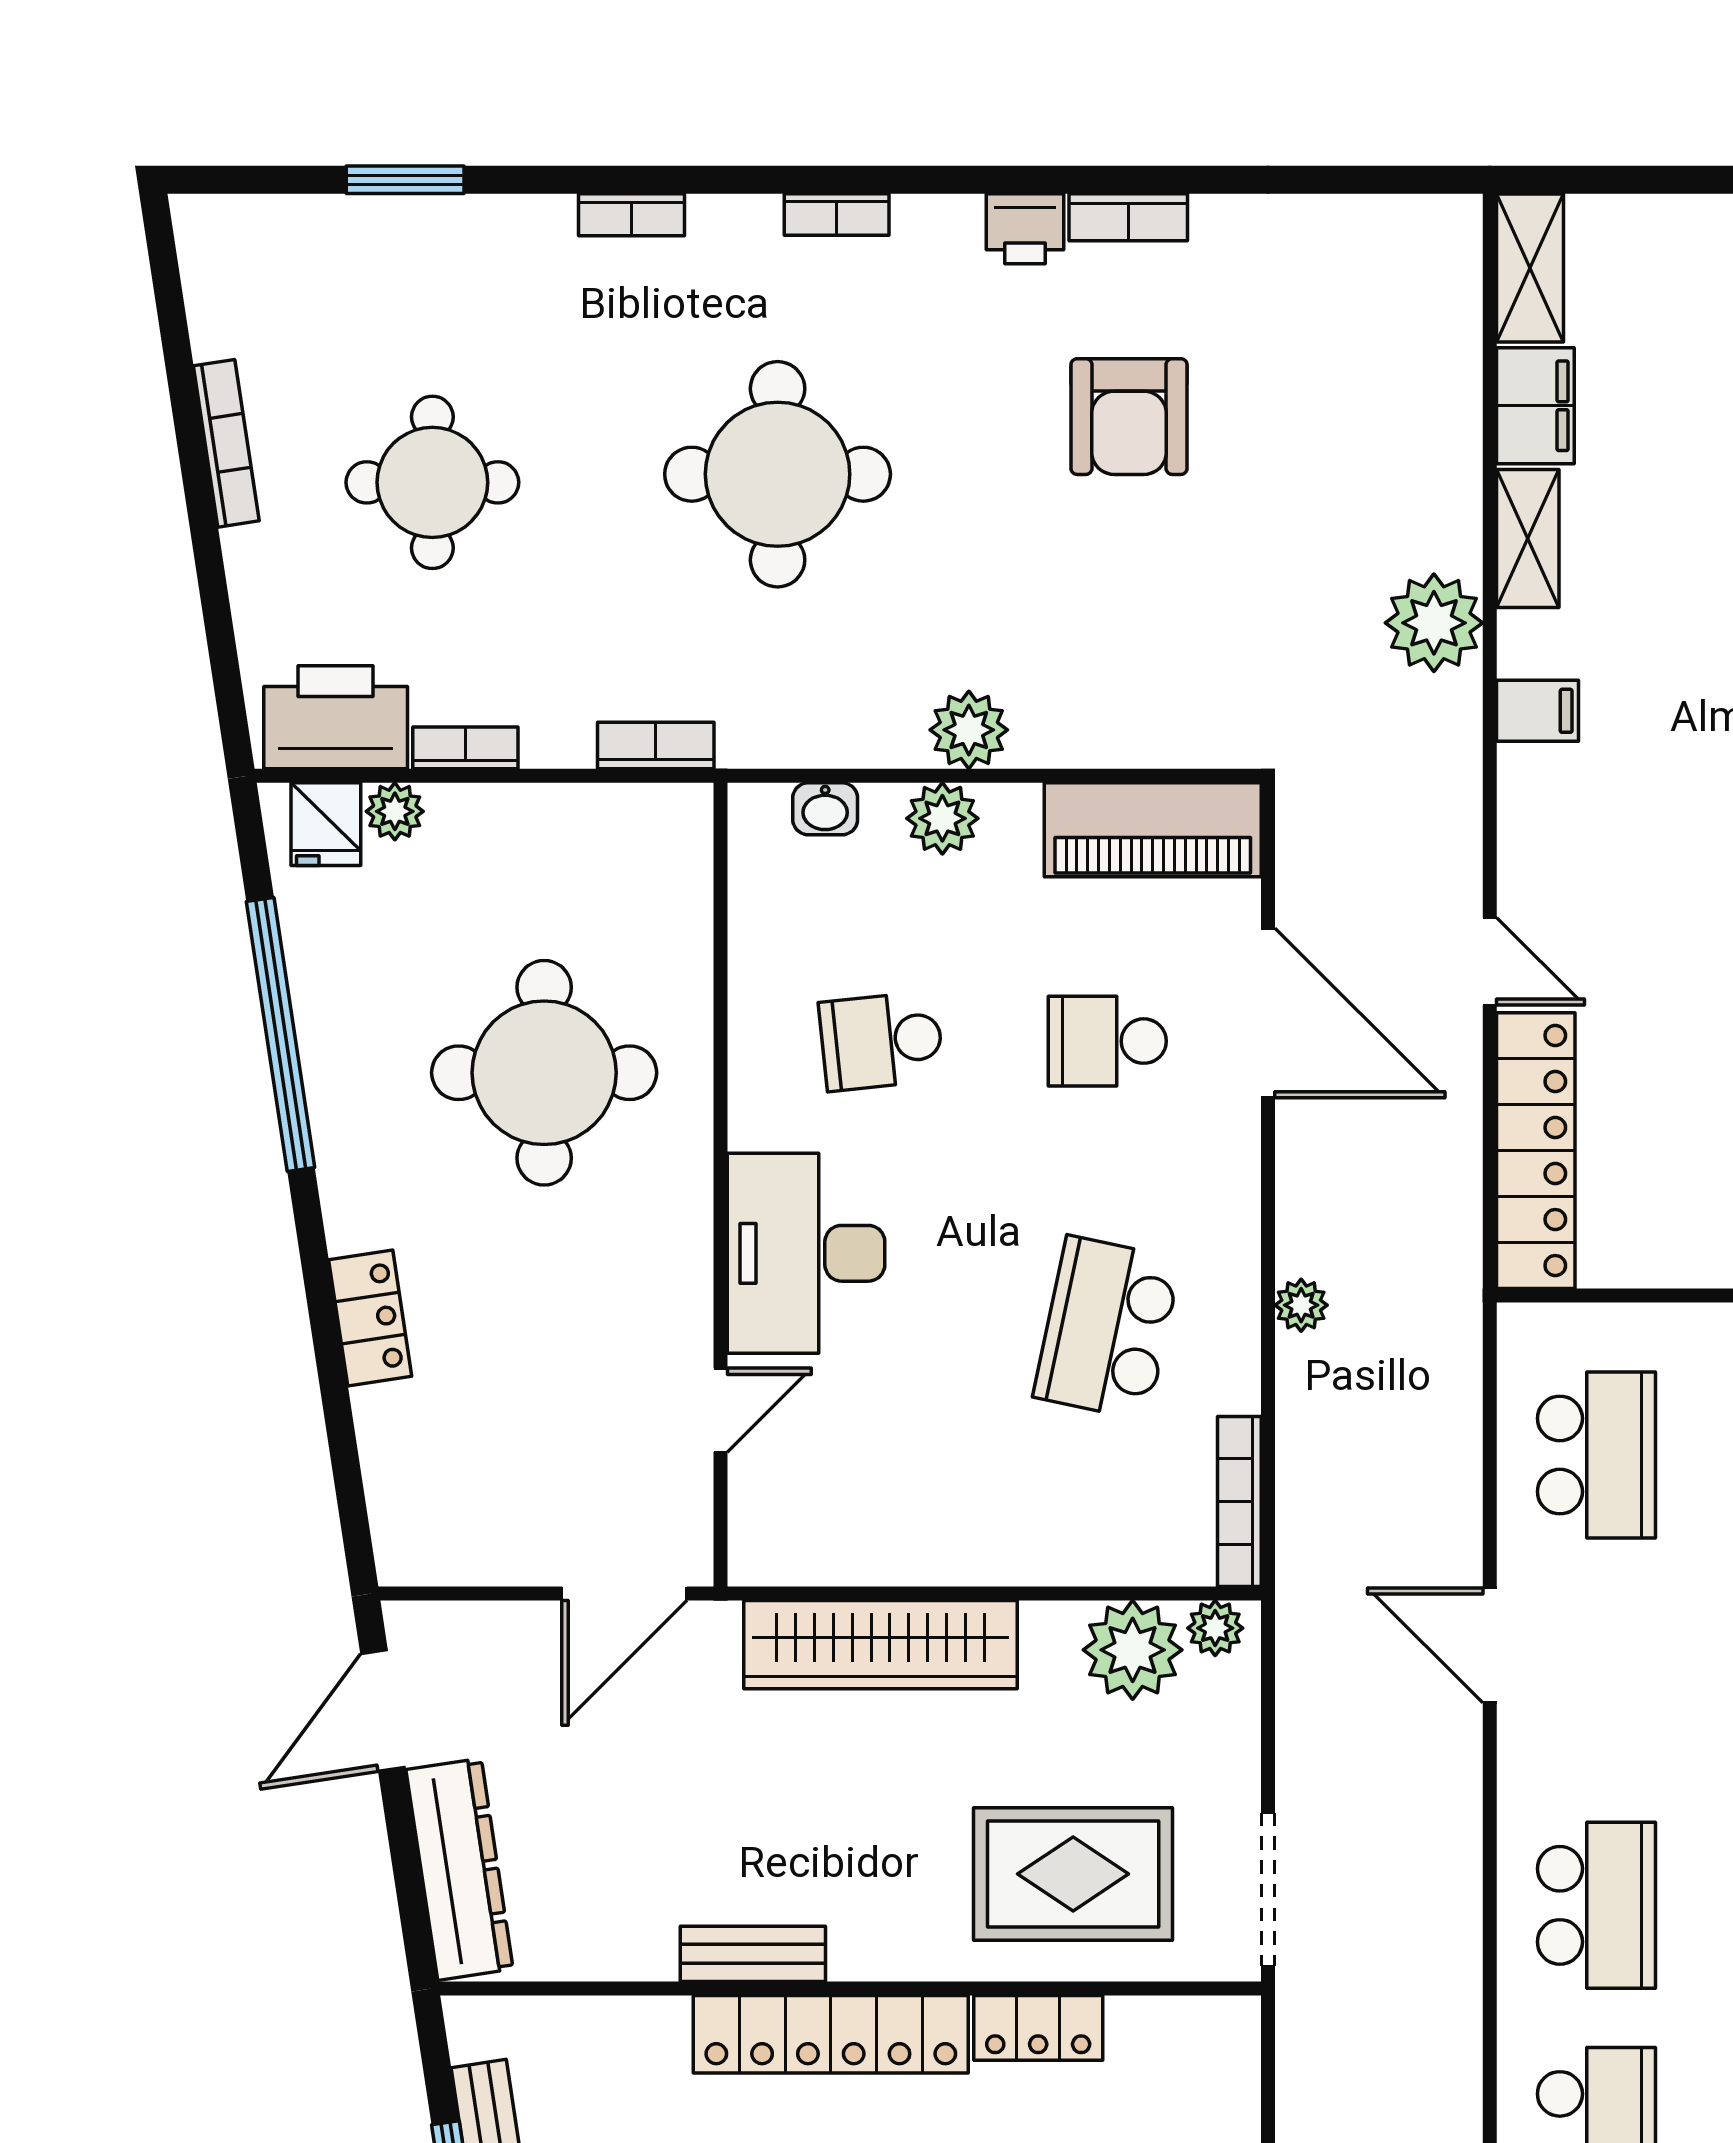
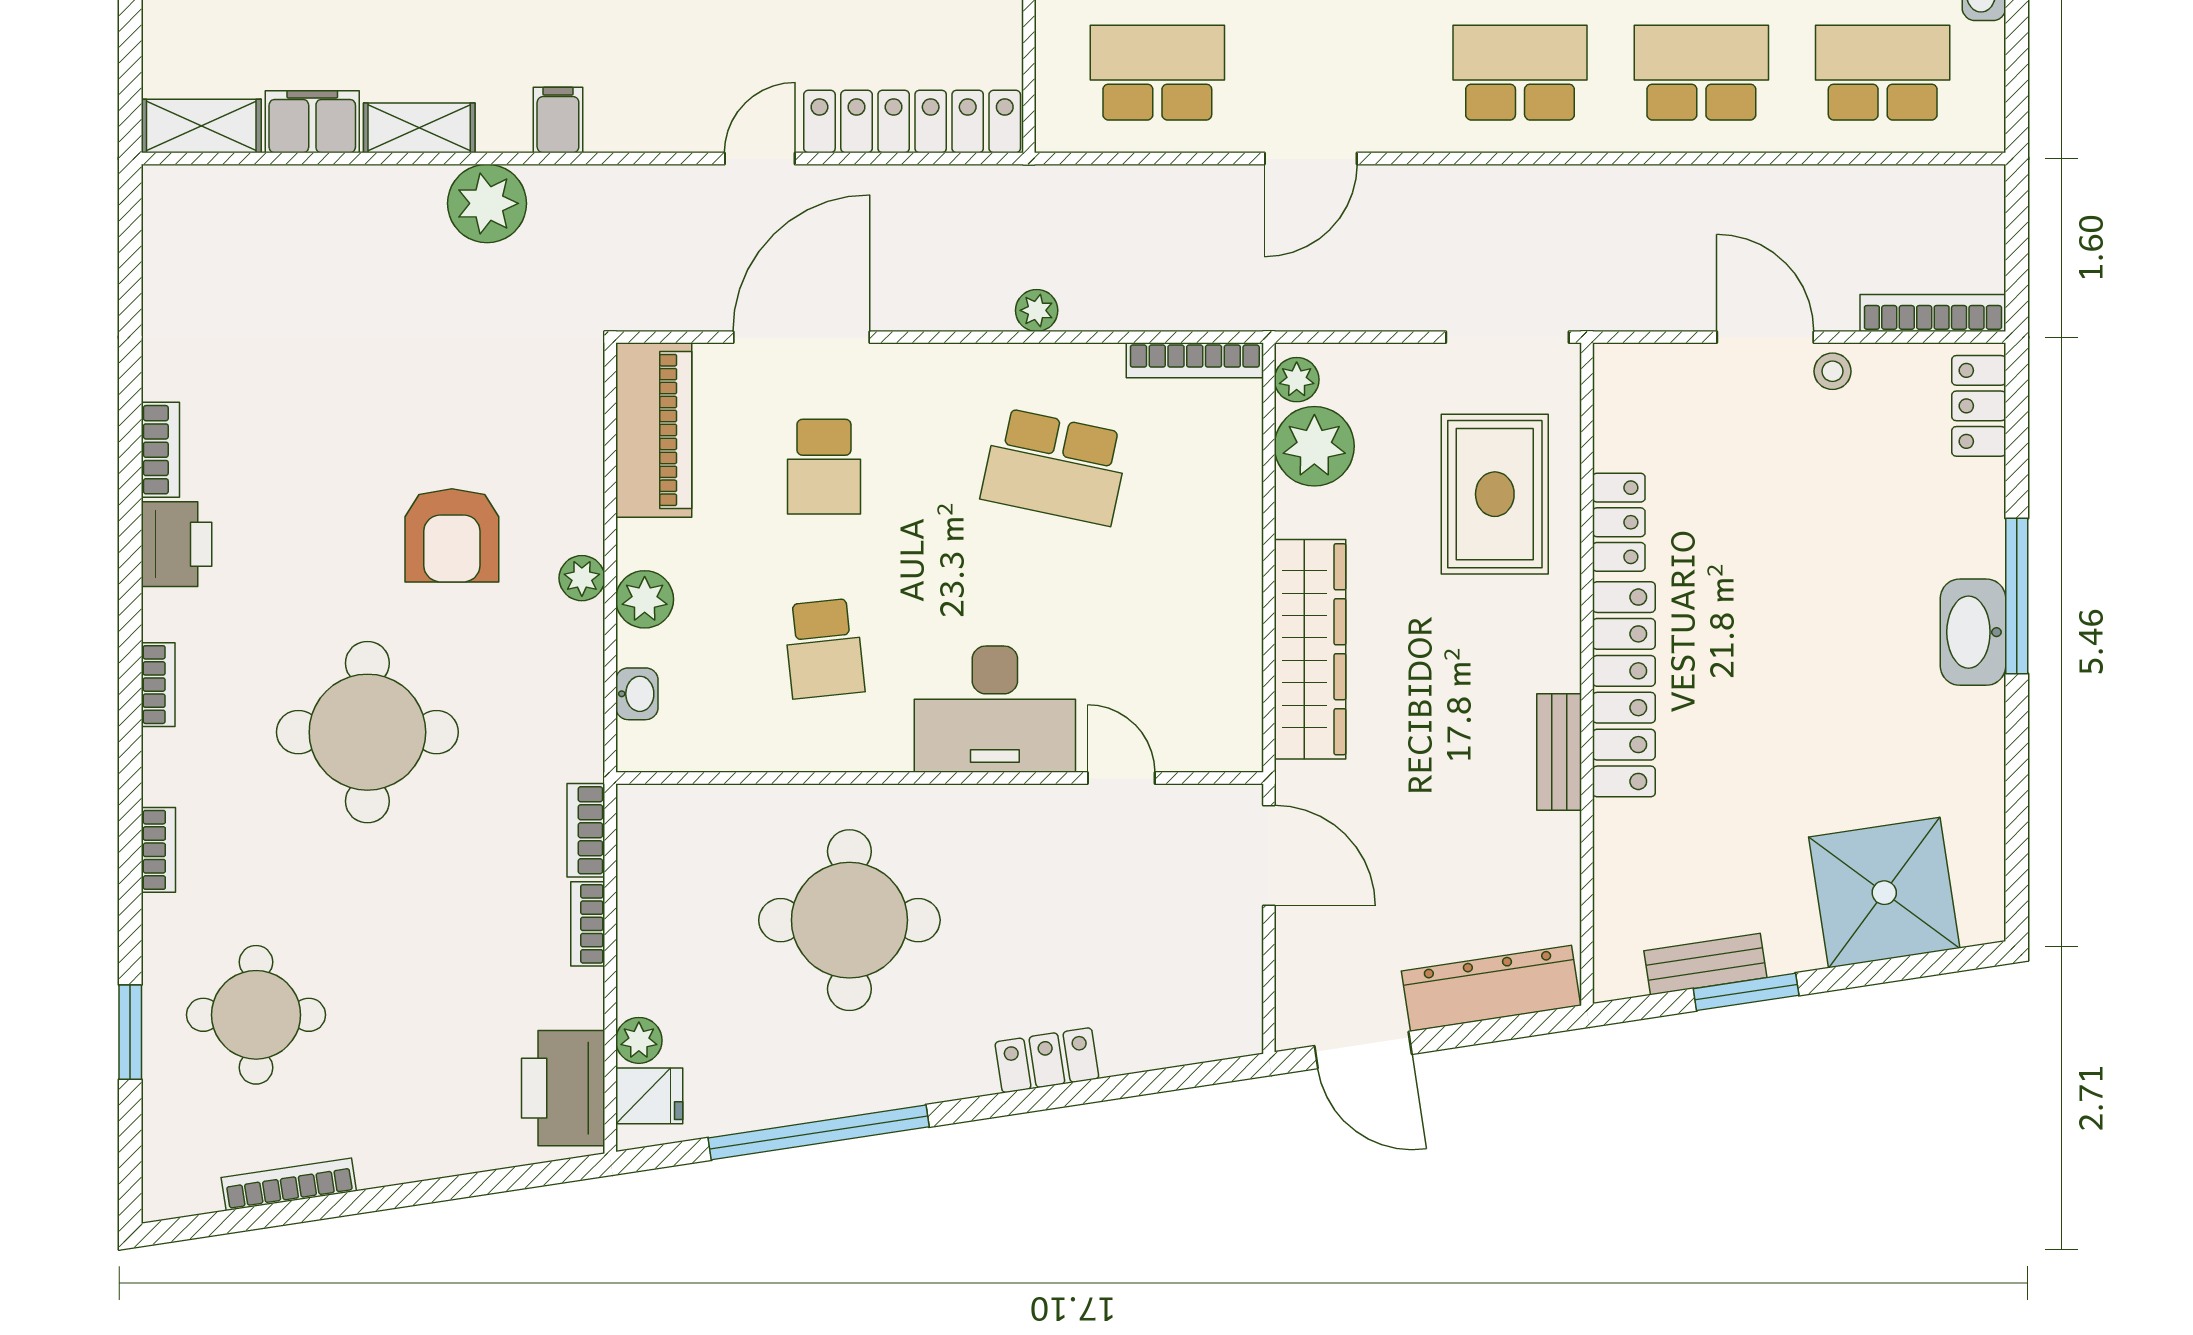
printer: (1025, 229) -> (176, 544), width x1.36, depth x1.24
armchair: (1129, 417) -> (452, 535), moved, turned 90
bookcase: (226, 443) -> (289, 1184), moved
round table: (432, 482) -> (256, 1015), moved
plant: (969, 730) -> (582, 578), width x0.73, depth x0.73
bookcase: (465, 748) -> (588, 924), moved

